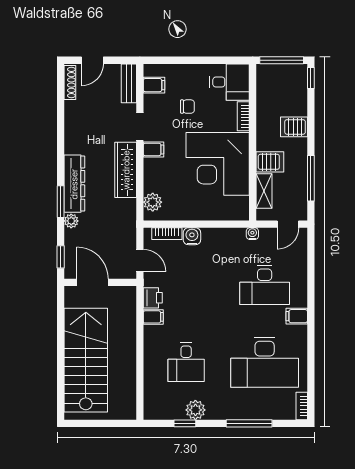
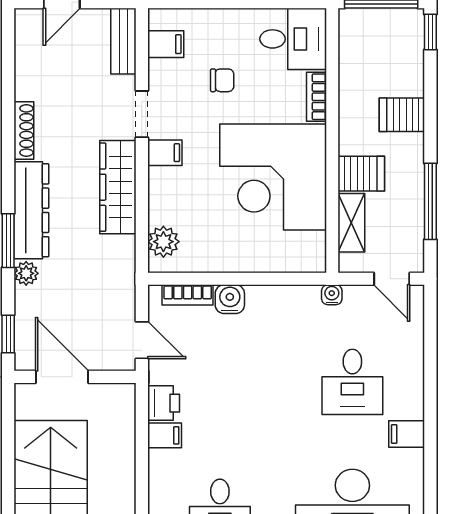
shoe rack: (70, 83) -> (24, 131), moved
door: (288, 224) -> (392, 279), hinge flipped
desk: (265, 285) -> (352, 382), width x0.73

